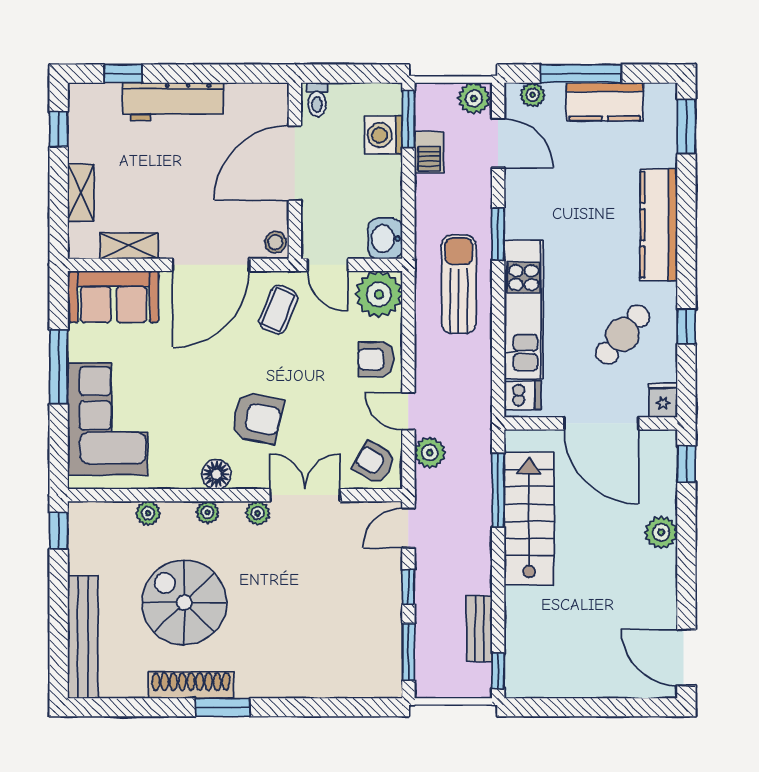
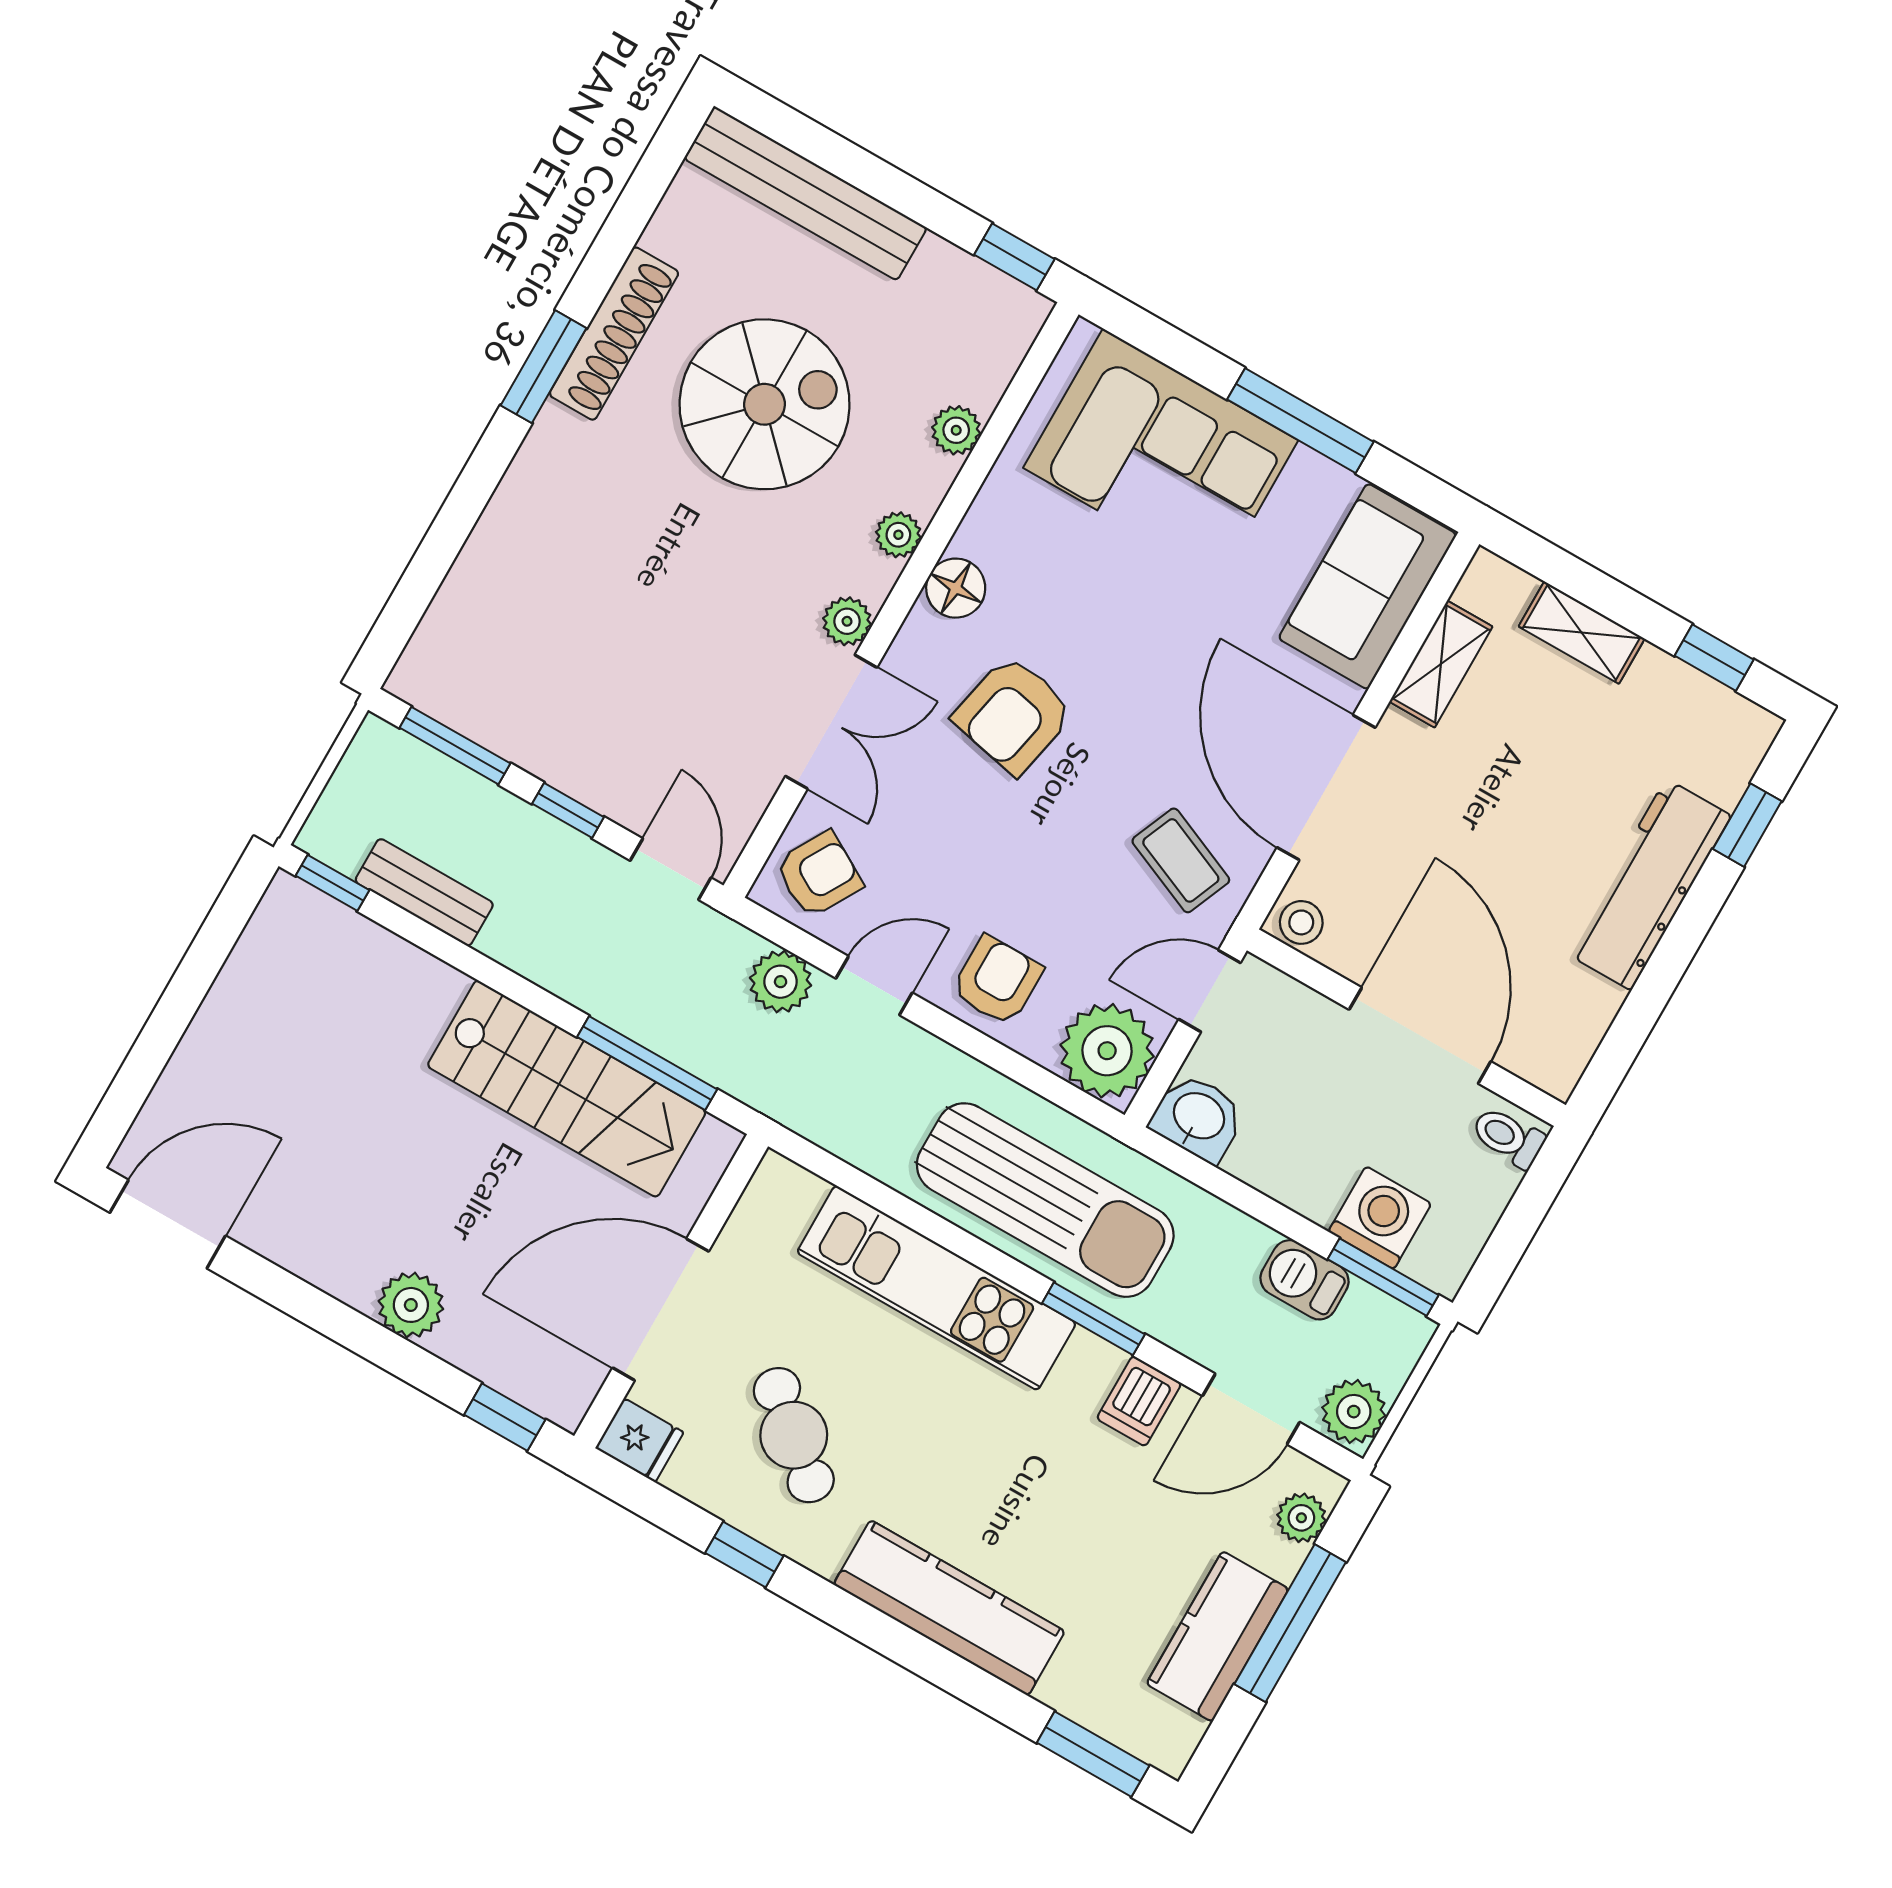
sun lounger: (459, 284) -> (1045, 1200), width x1.36, depth x1.34
dishwasher: (522, 395) -> (1139, 1401), moved

